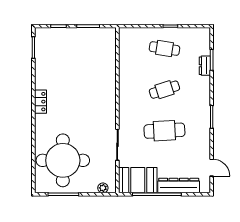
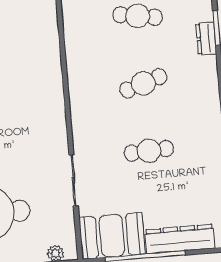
cafe table: (164, 131) -> (149, 151), width x0.73, depth x0.74

